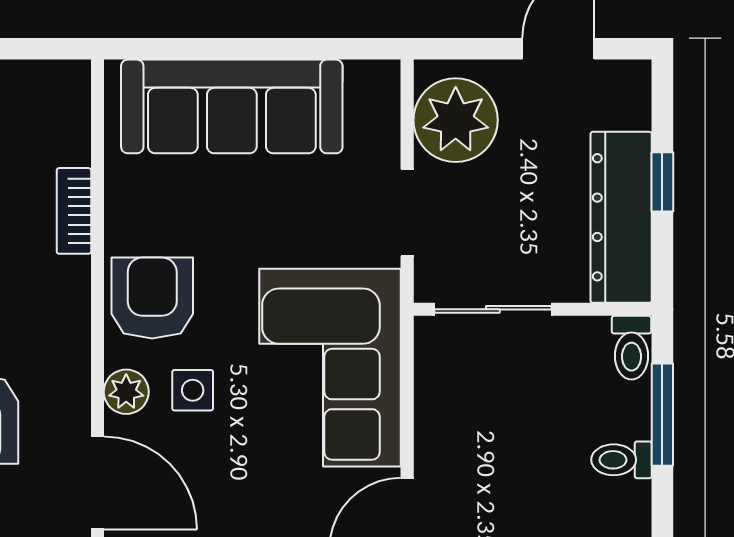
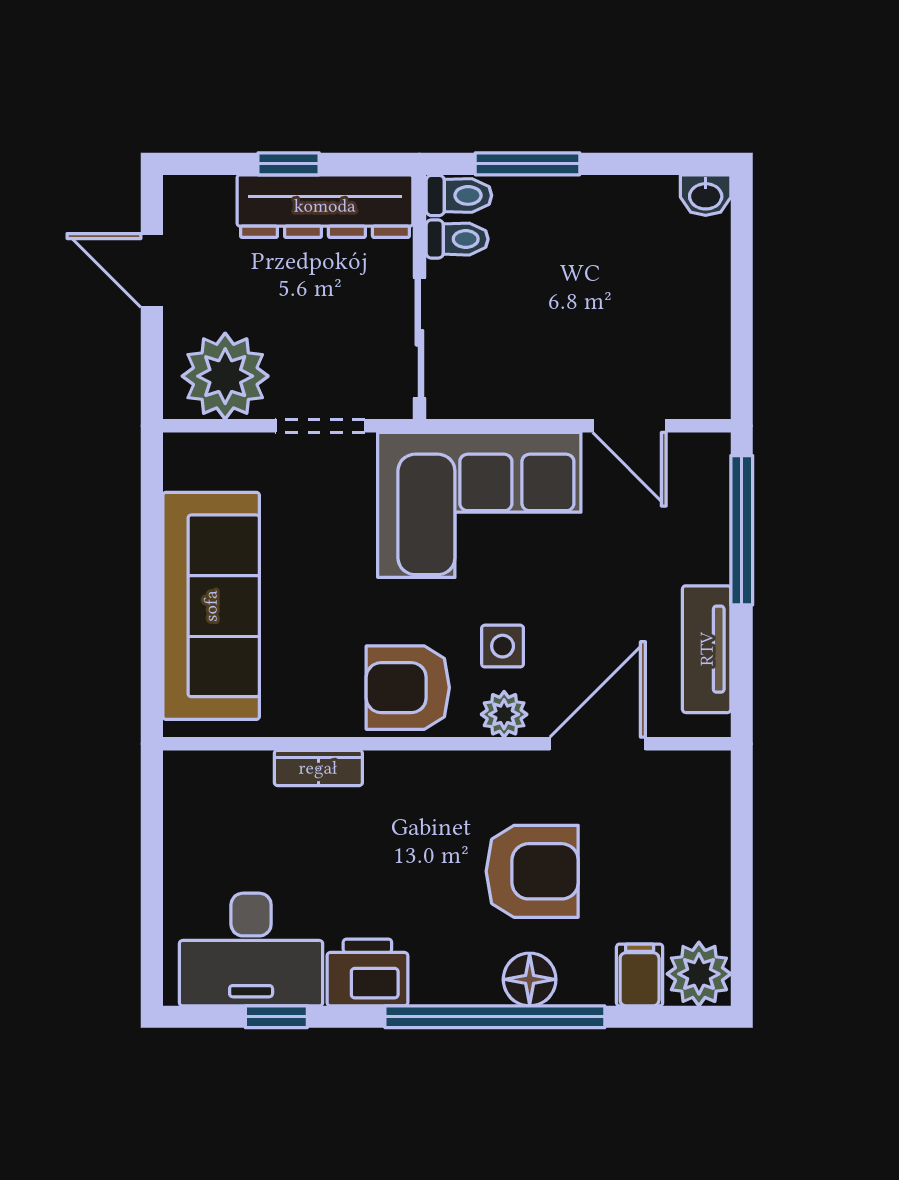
toilet: (621, 460) -> (457, 239), moved, turned -90

